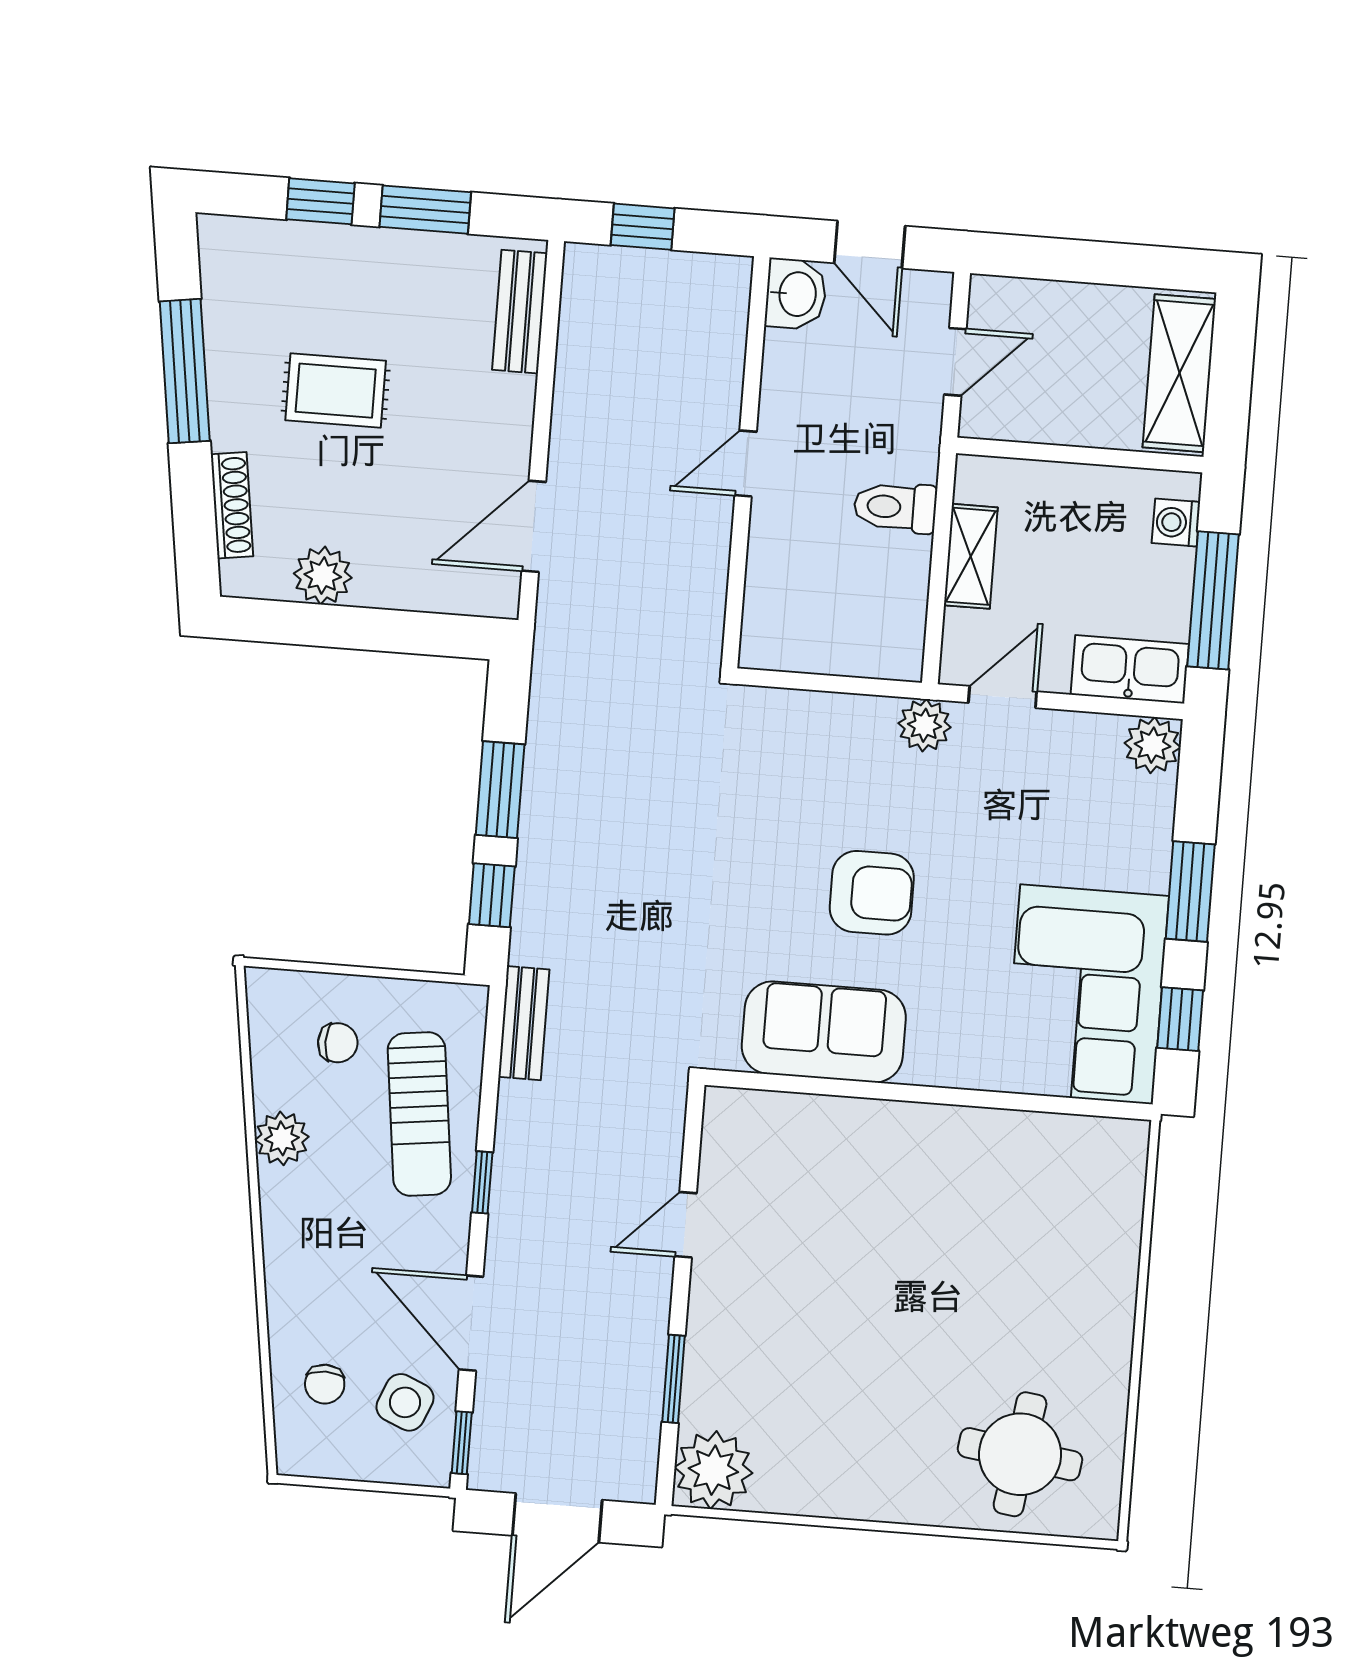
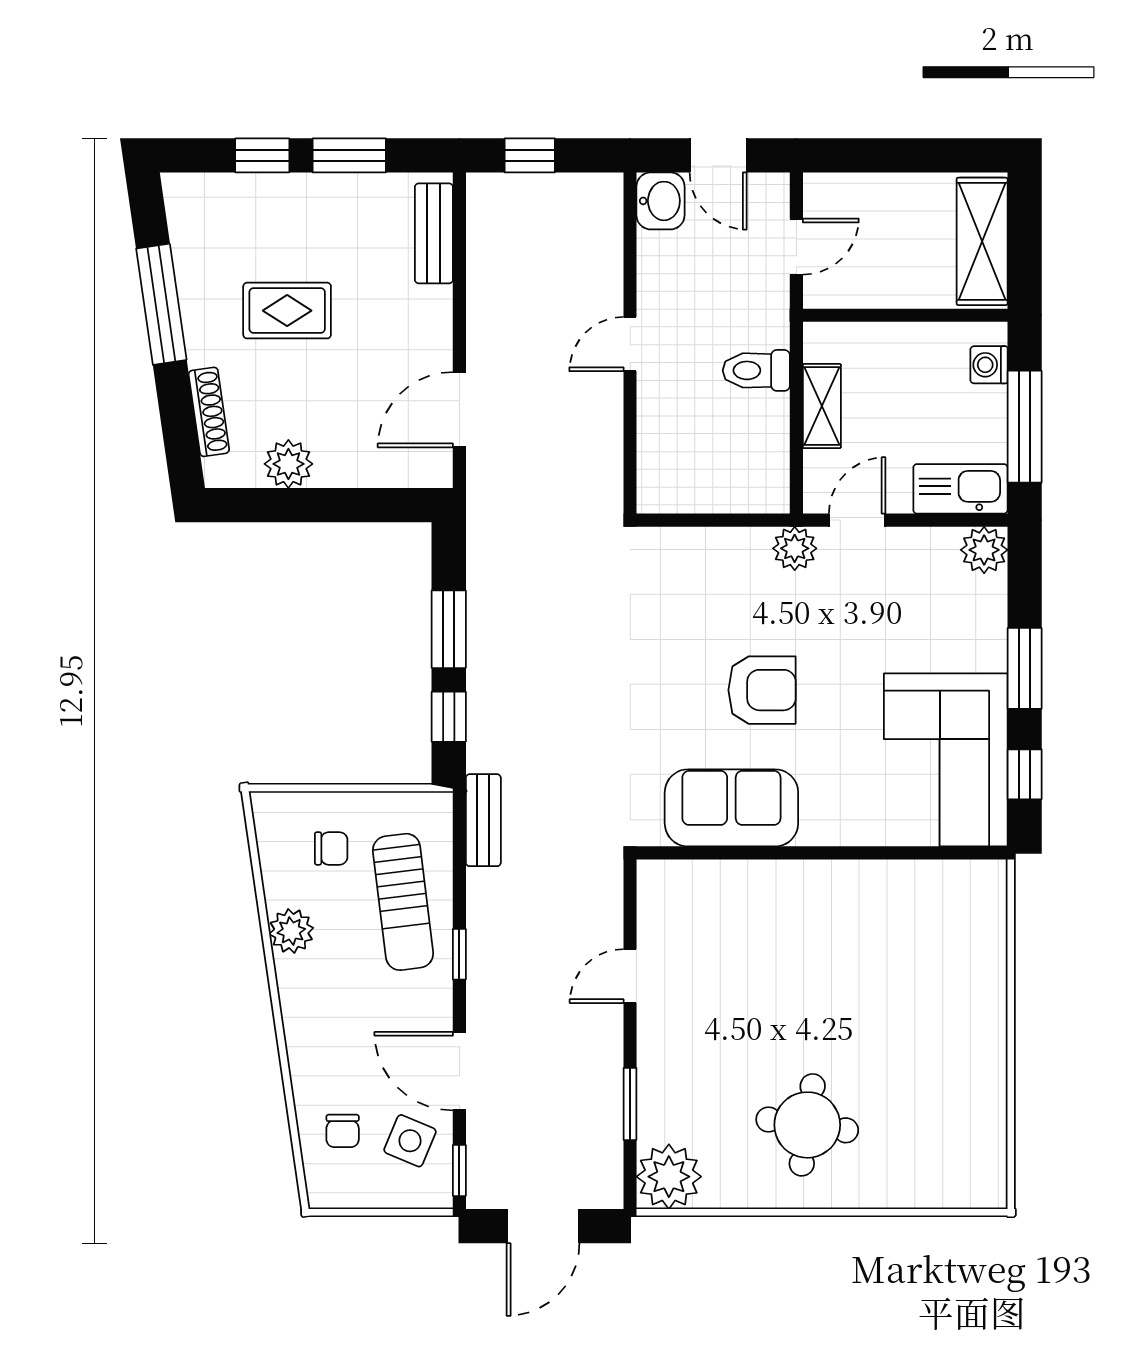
round table: (1020, 1454) -> (807, 1125), moved

